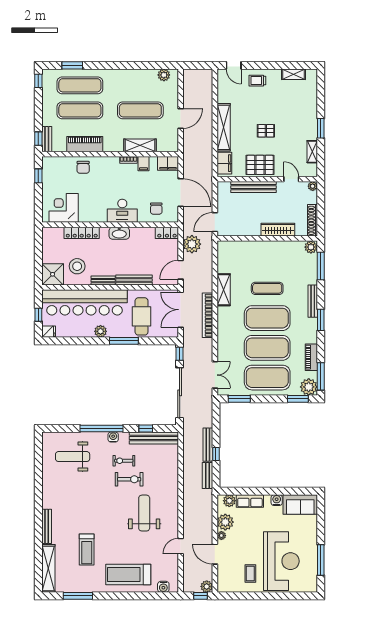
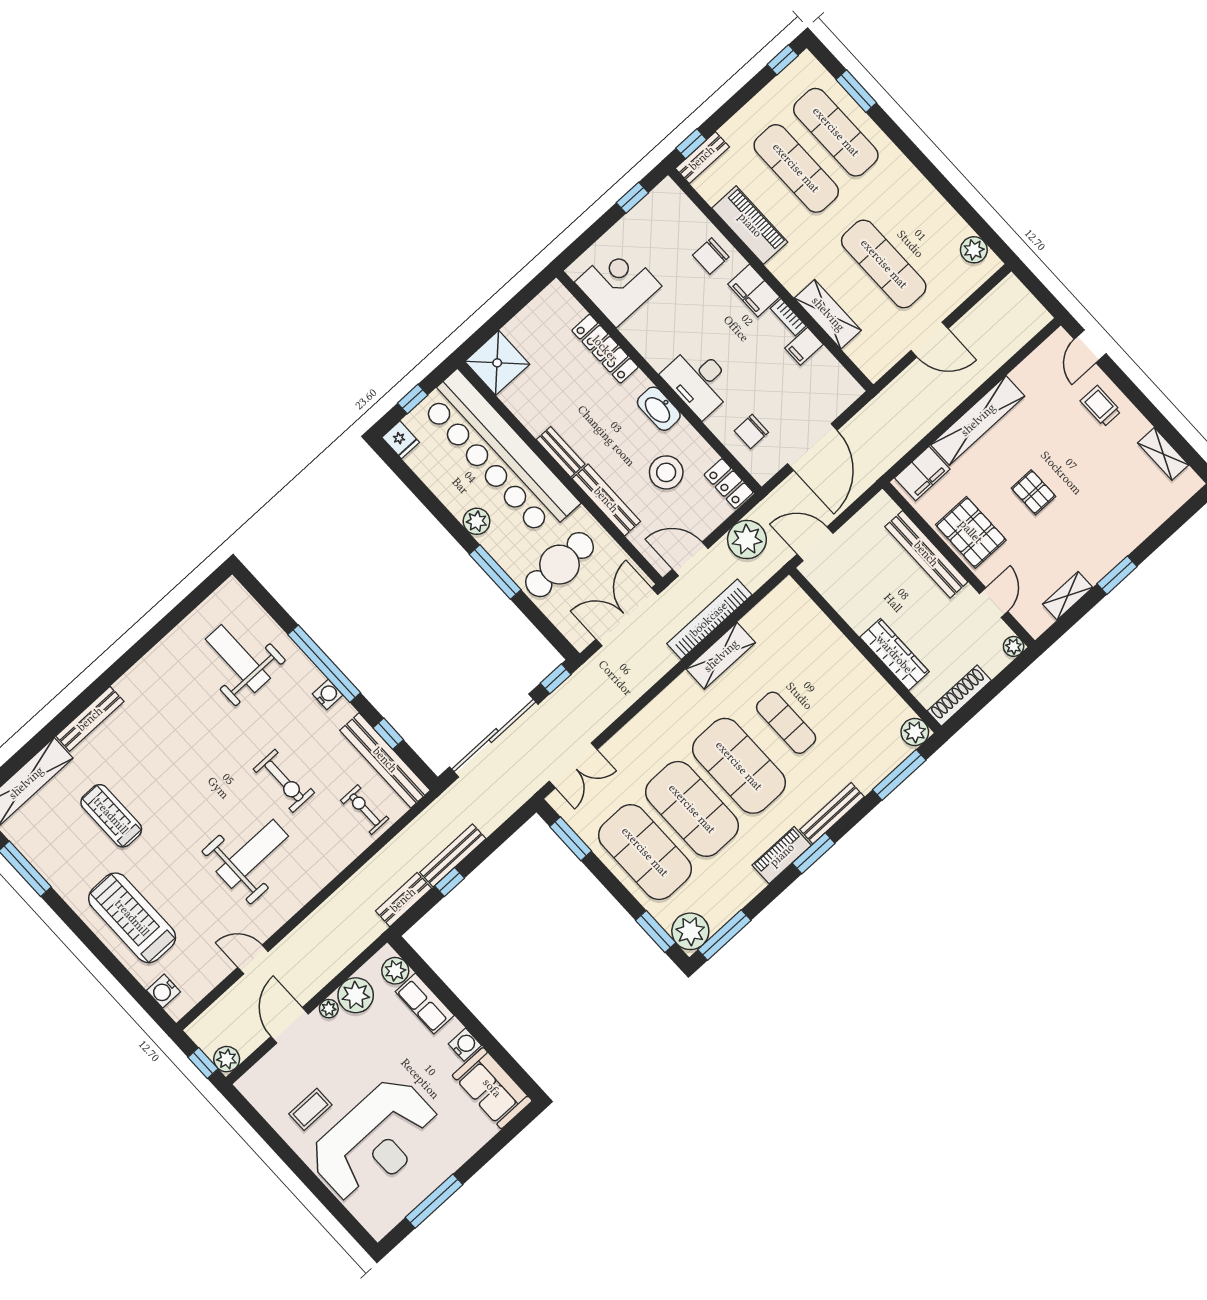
filing cabinet: (168, 163) -> (754, 291), moved
stool: (77, 266) -> (666, 472), moved
bookcase: (207, 315) -> (709, 619), moved
piano: (311, 357) -> (782, 855), moved
exercise bike: (124, 461) -> (365, 810), moved
treadmill: (87, 550) -> (111, 816), turned 90

